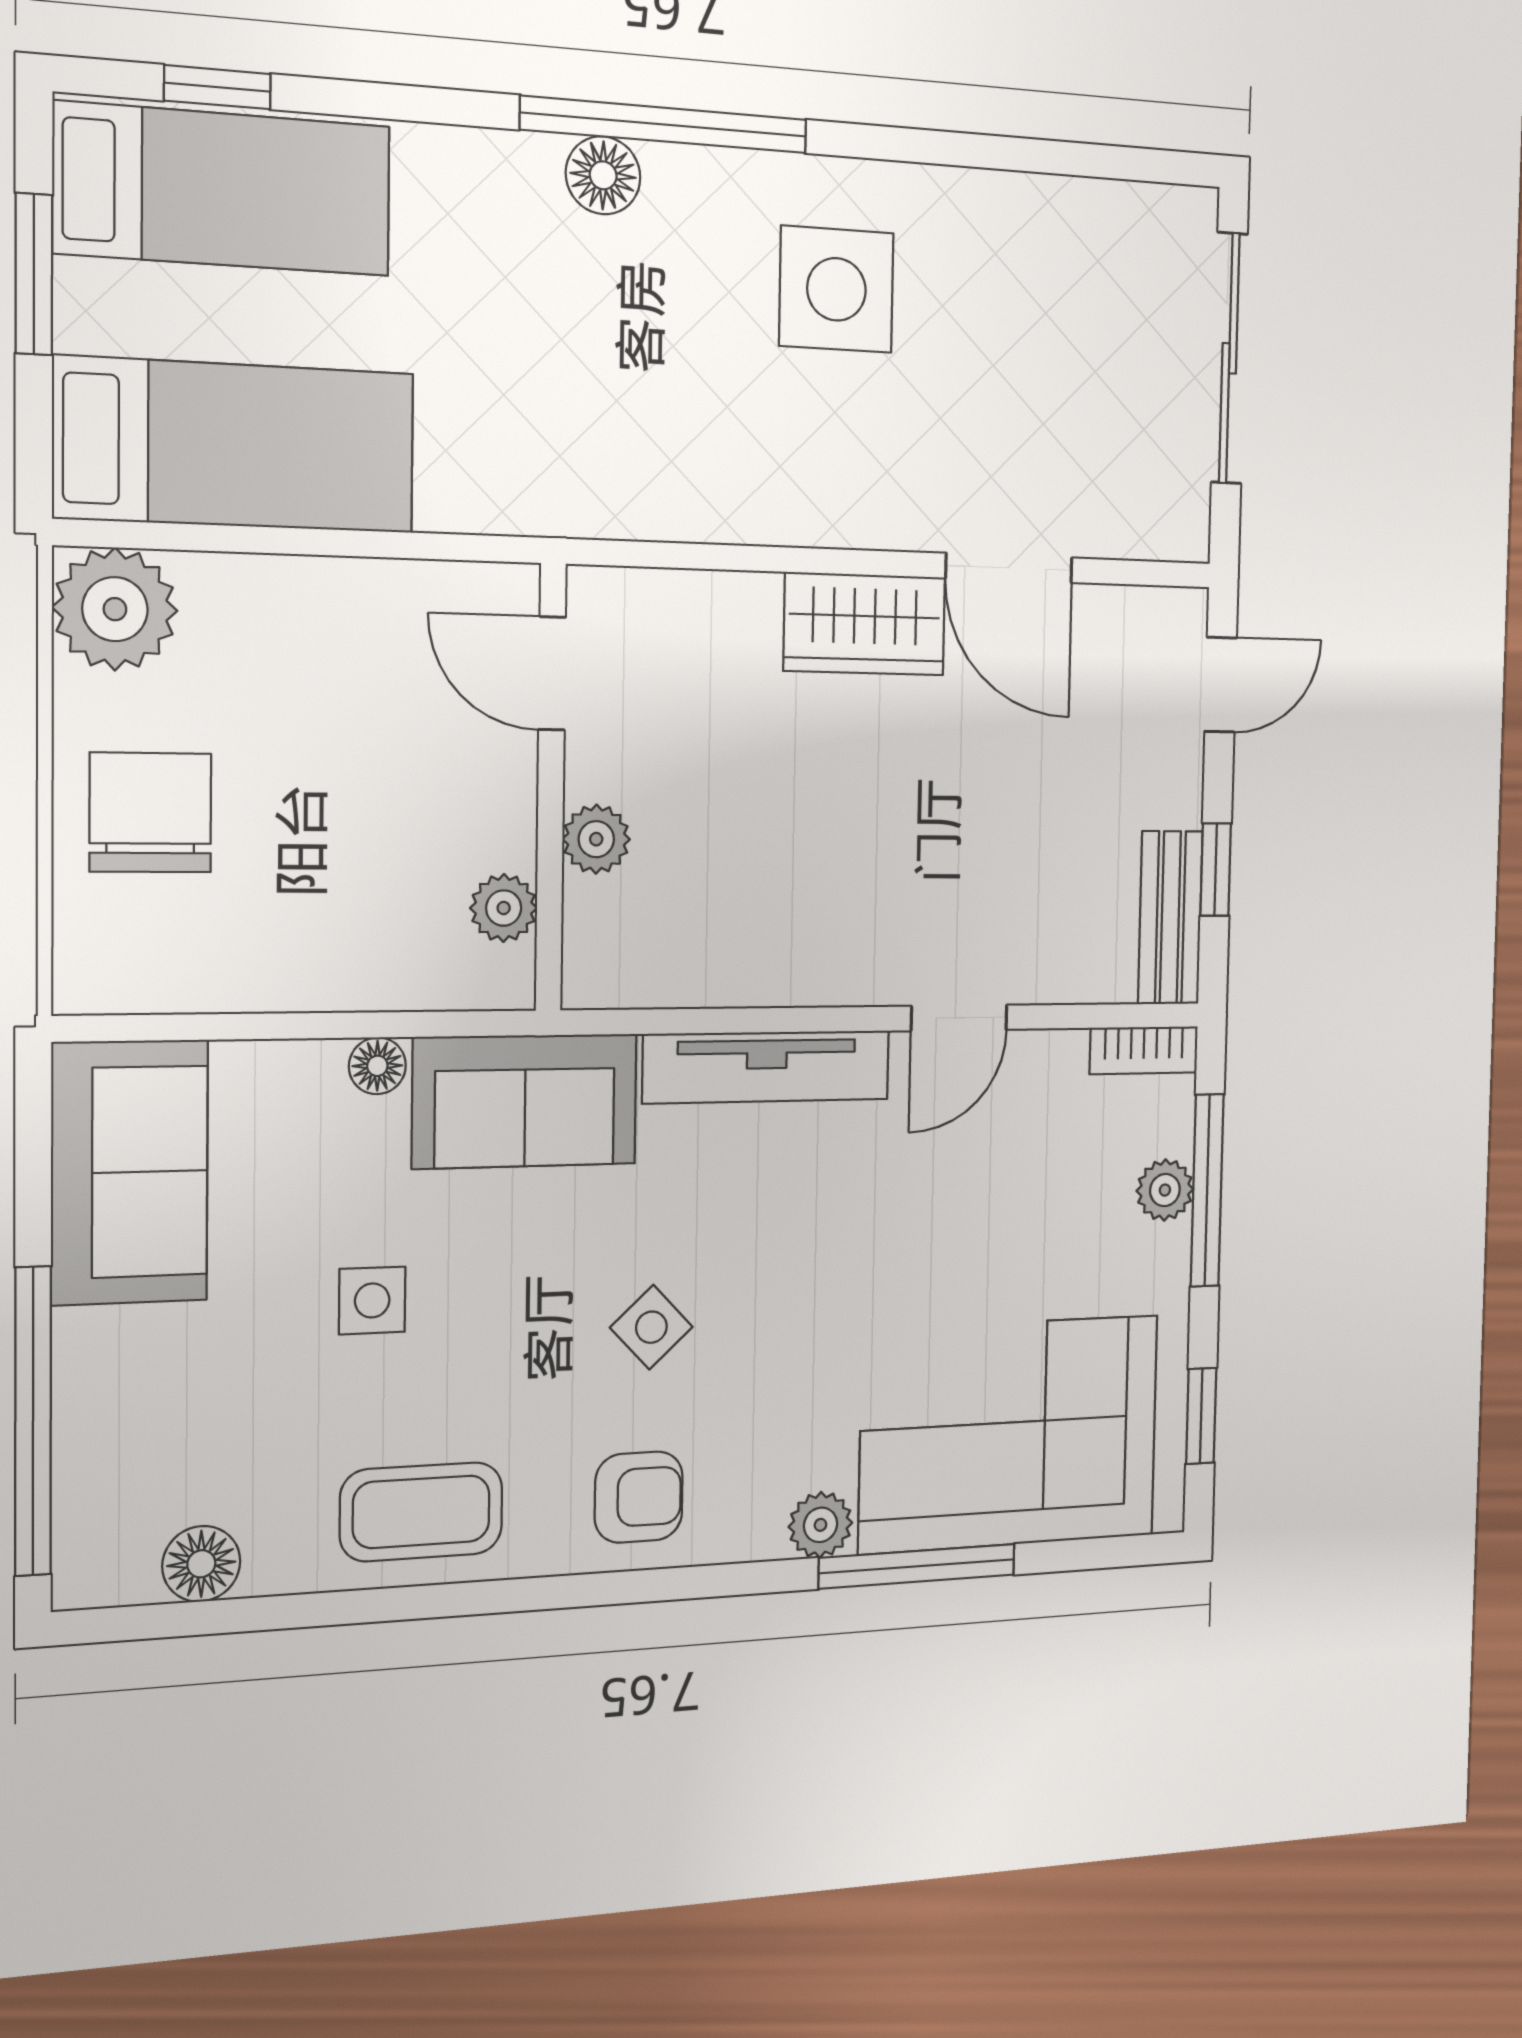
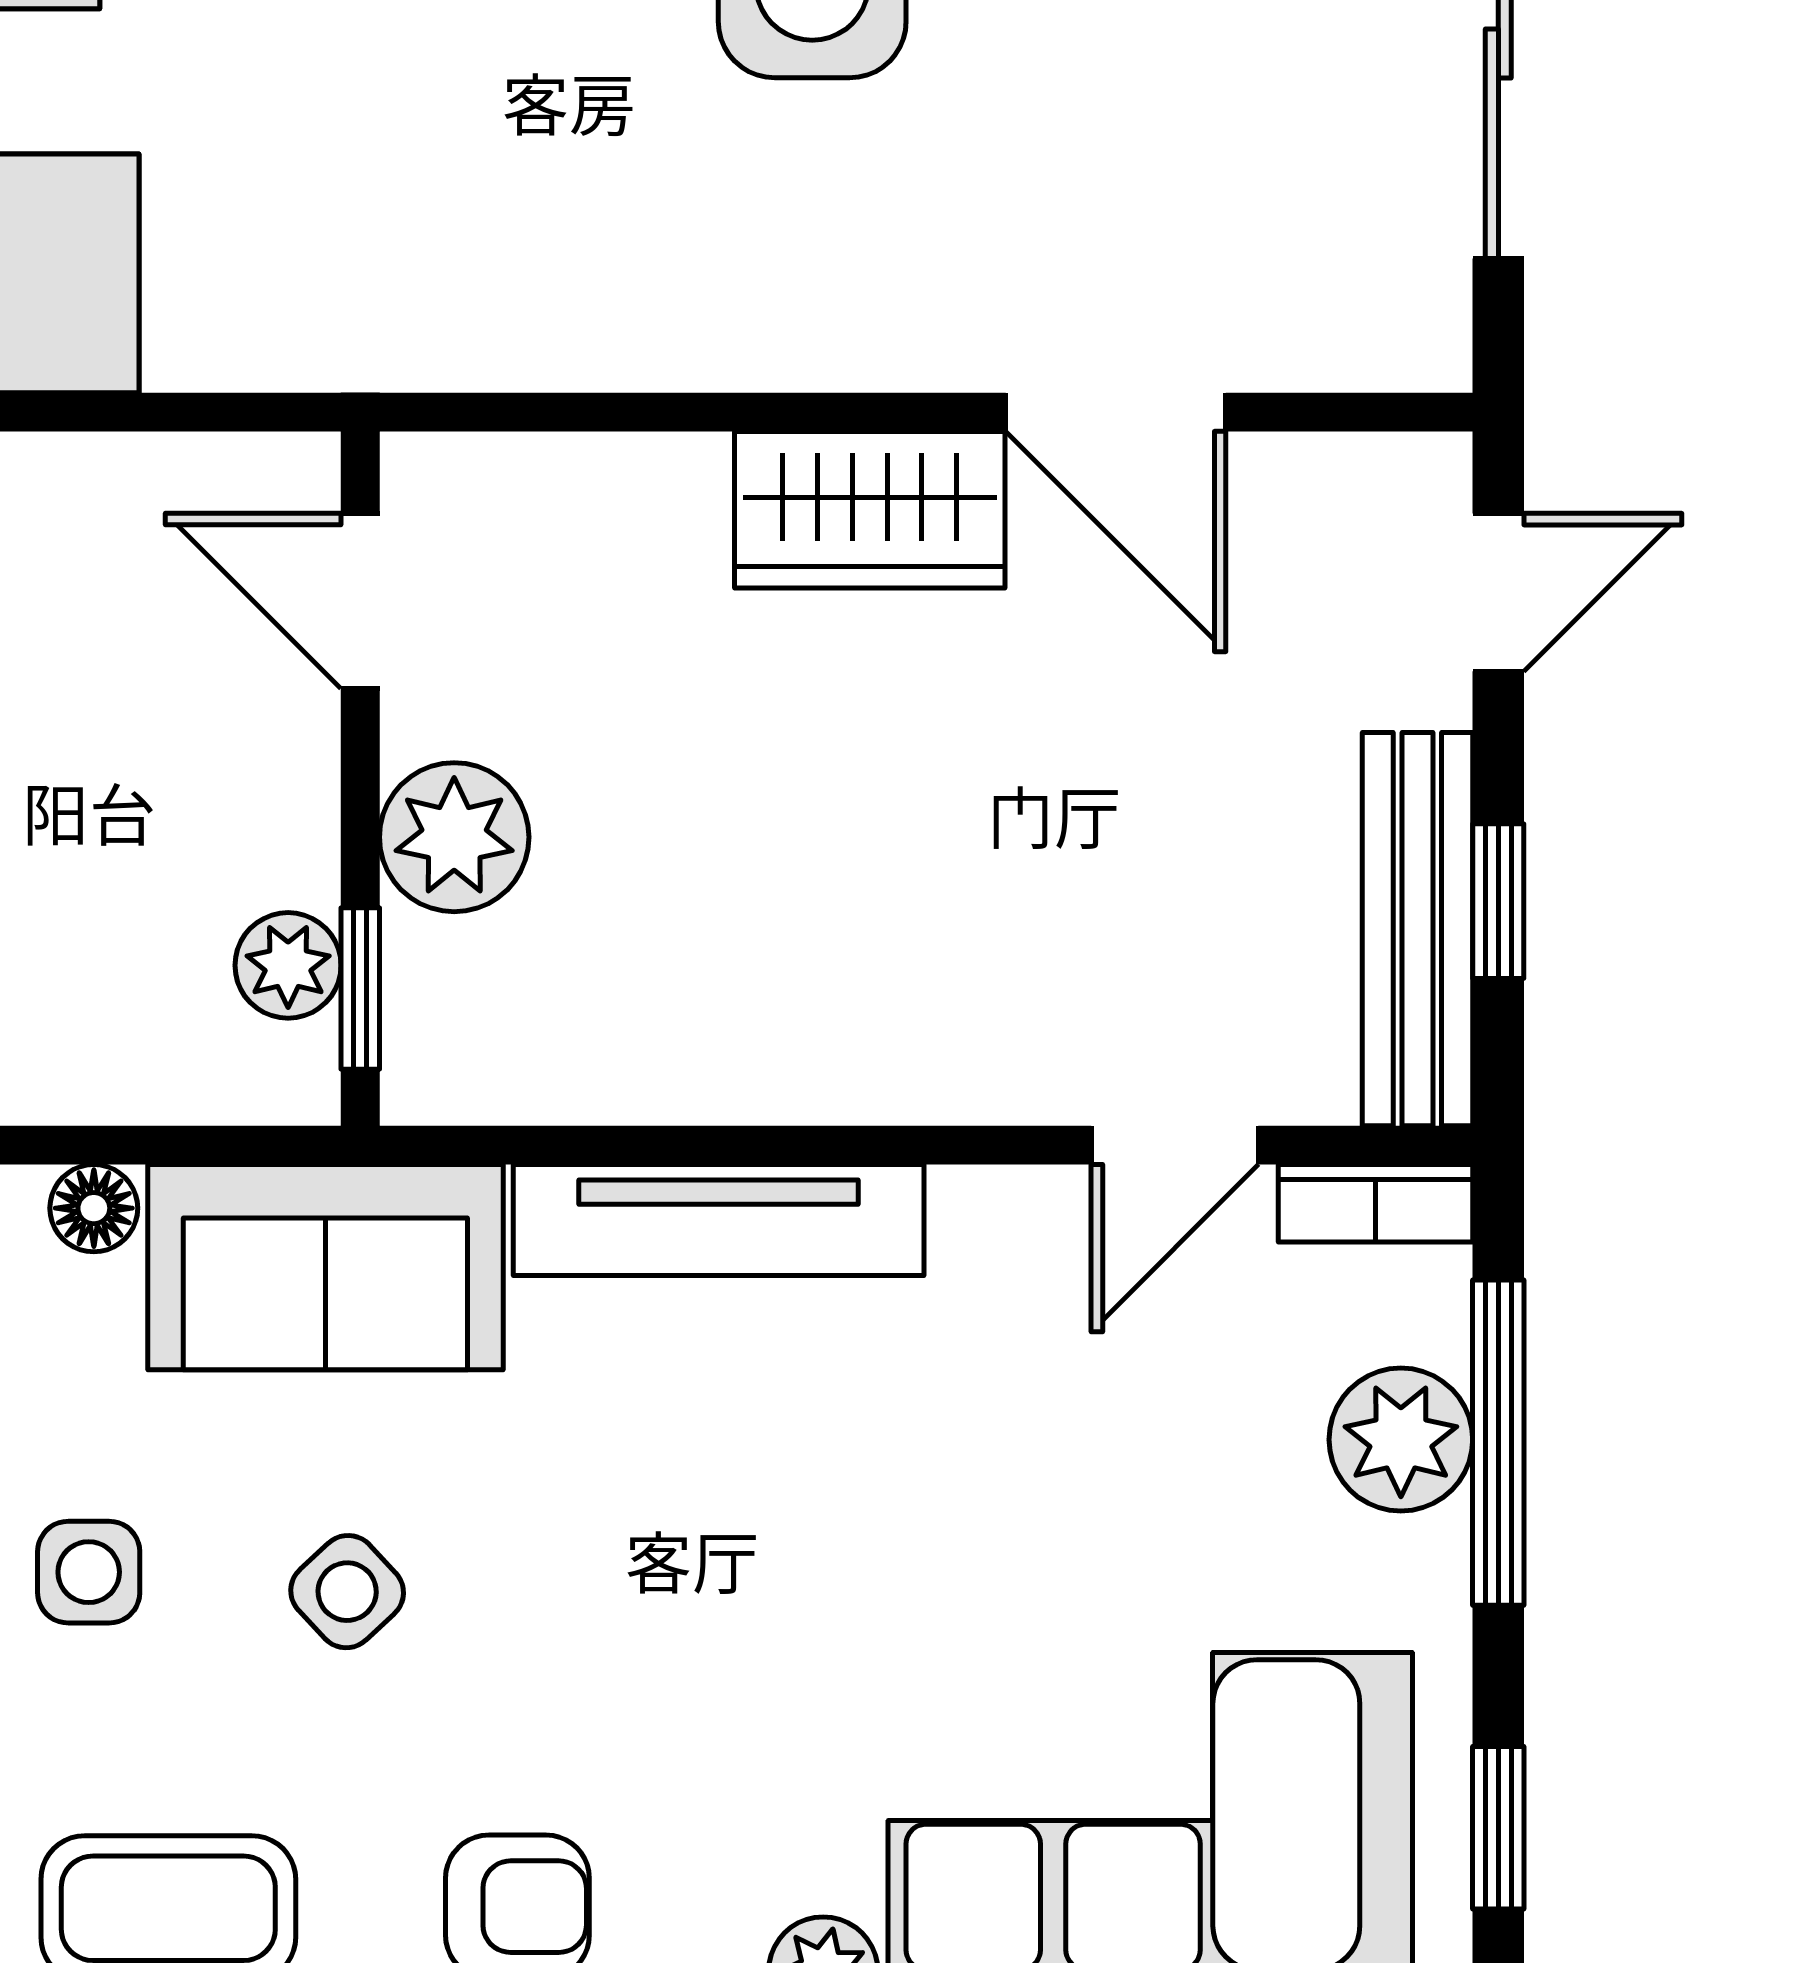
plant: (596, 839) -> (454, 837), width x1.38, depth x1.38
bench: (1170, 918) -> (1417, 929), width x1.36
window: (549, 923) -> (360, 989), added
door: (959, 1018) -> (1175, 1145), moved
plant: (1165, 1190) -> (1401, 1440), width x1.38, depth x1.38
side table: (651, 1327) -> (347, 1592), moved

